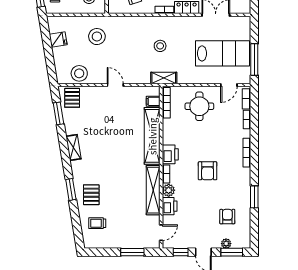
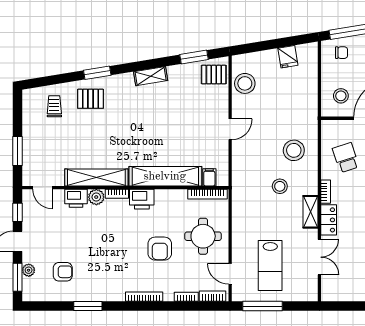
stool: (97, 37) -> (294, 150), moved
lab bench: (222, 53) -> (270, 266), width x0.73, depth x0.72
shelving: (164, 78) -> (310, 212), moved
armchair: (208, 171) -> (160, 249), moved, turned -90

